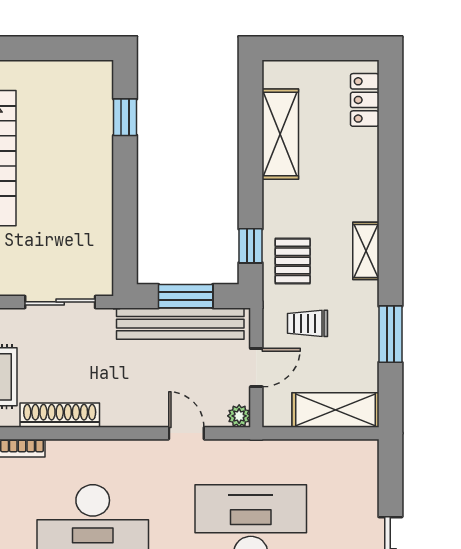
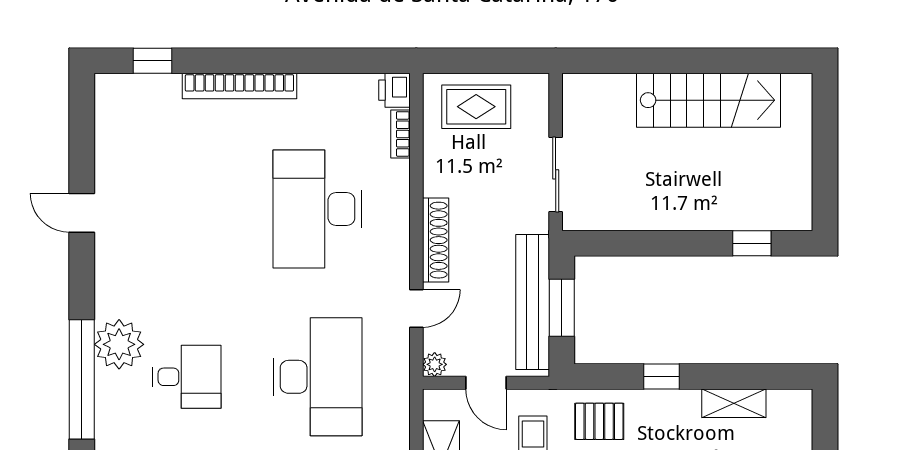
shelving: (280, 134) -> (734, 403), width x0.67, depth x0.75
window: (250, 246) -> (662, 377), moved
shoe rack: (60, 415) -> (436, 240), moved

